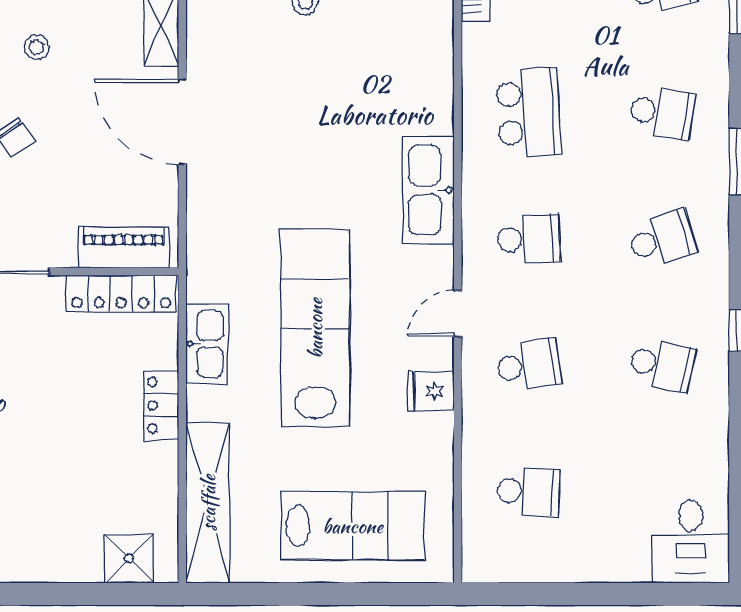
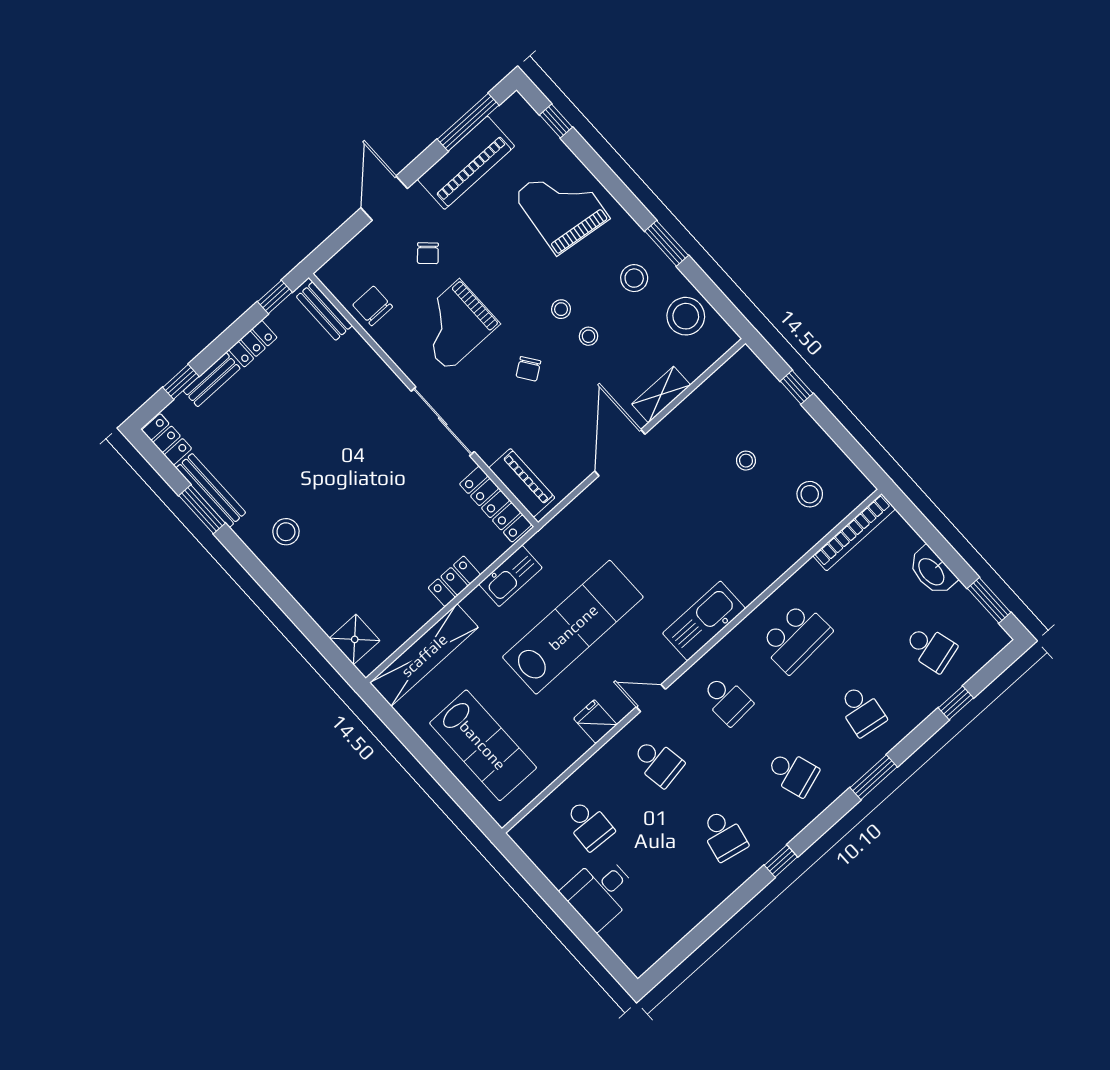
desk: (691, 541) -> (600, 892), moved

